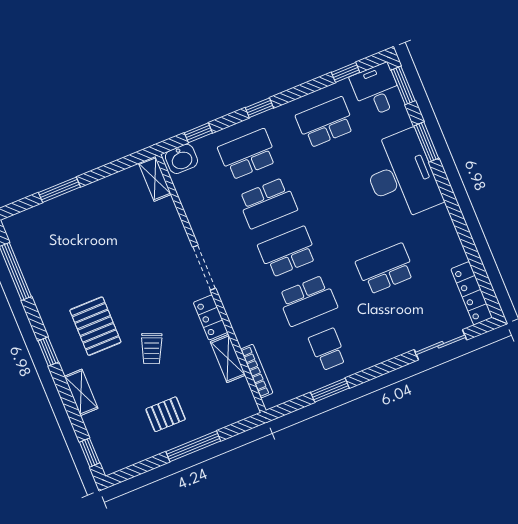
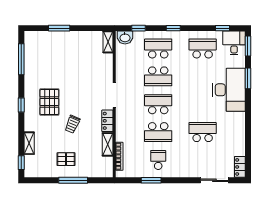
locker: (472, 293) -> (240, 167), width x0.66
shelving: (81, 392) -> (29, 143), moved

